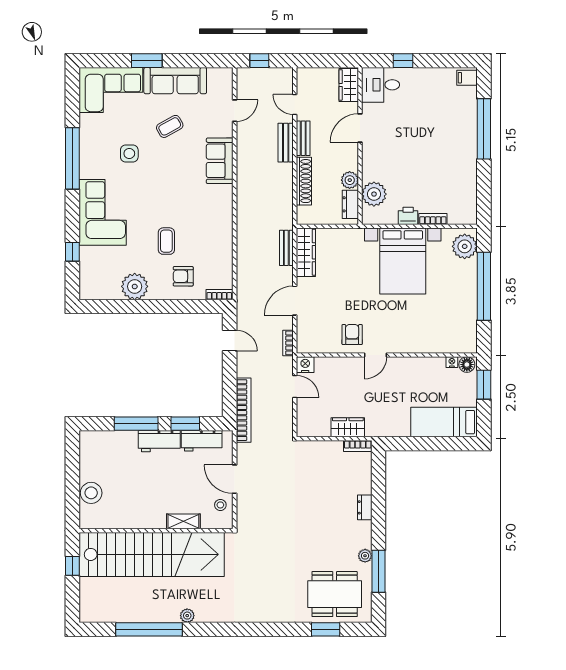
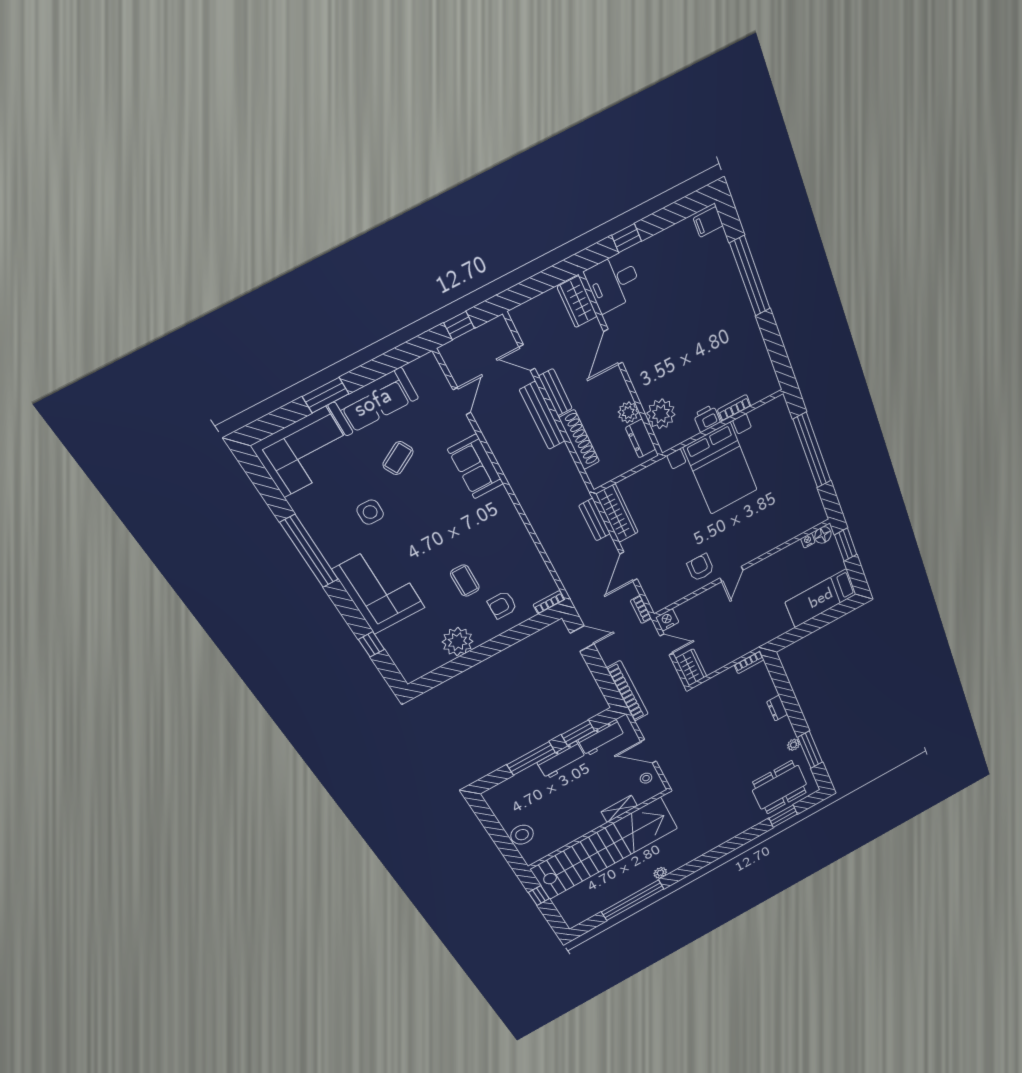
bench: (286, 143) -> (542, 416), width x1.36
plant: (465, 246) -> (778, 420), removed
wardrobe: (348, 427) -> (691, 667), moved, turned 90

